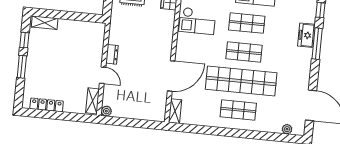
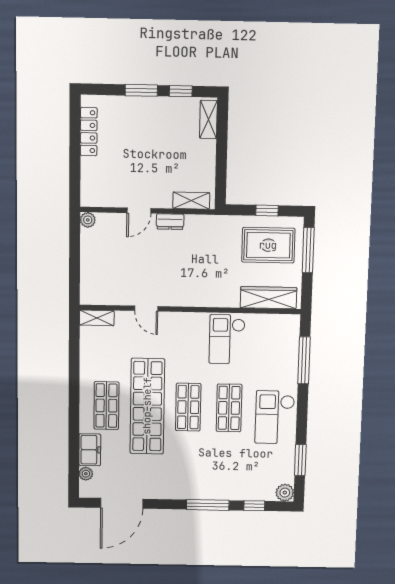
freezer: (306, 35) -> (90, 450), moved, turned 90
door: (171, 76) -> (146, 309), width x0.53
shelving: (93, 101) -> (191, 201), moved

